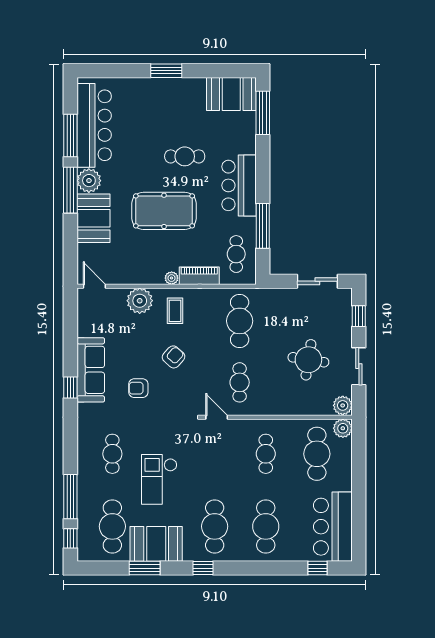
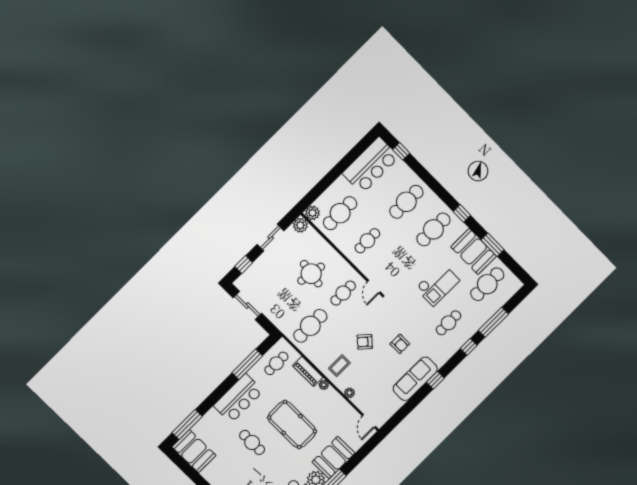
plant: (140, 301) -> (350, 393), width x0.53, depth x0.53
round table: (308, 360) -> (311, 274), moved
window: (70, 538) -> (469, 347), moved

